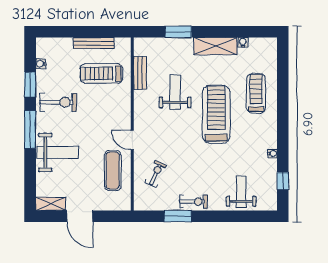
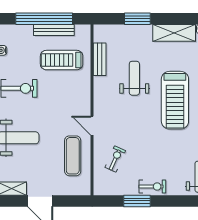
window: (84, 32) -> (44, 19), added
treadmill: (216, 114) -> (175, 100), turned 180

